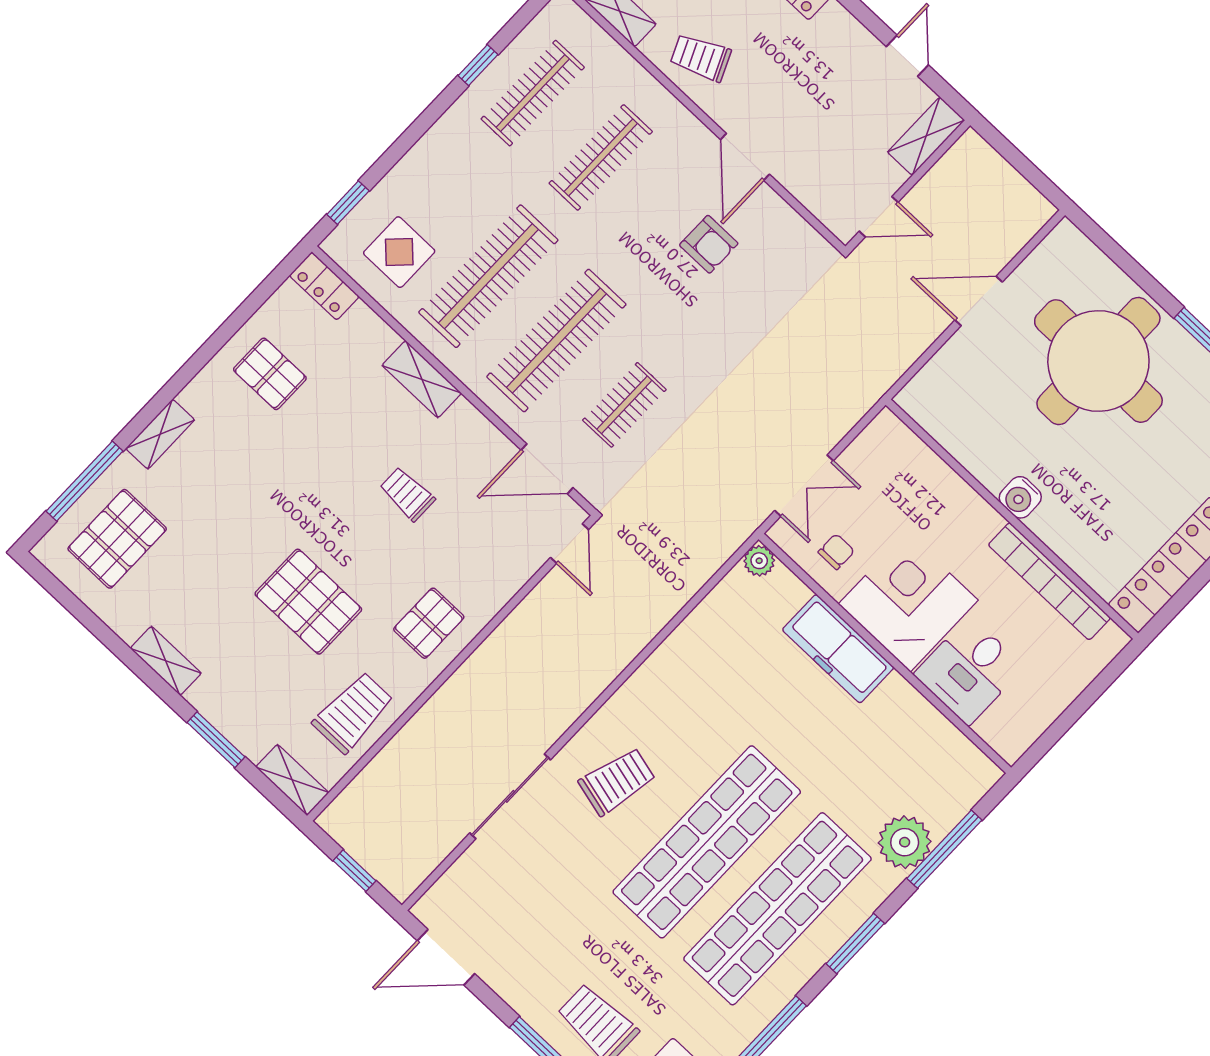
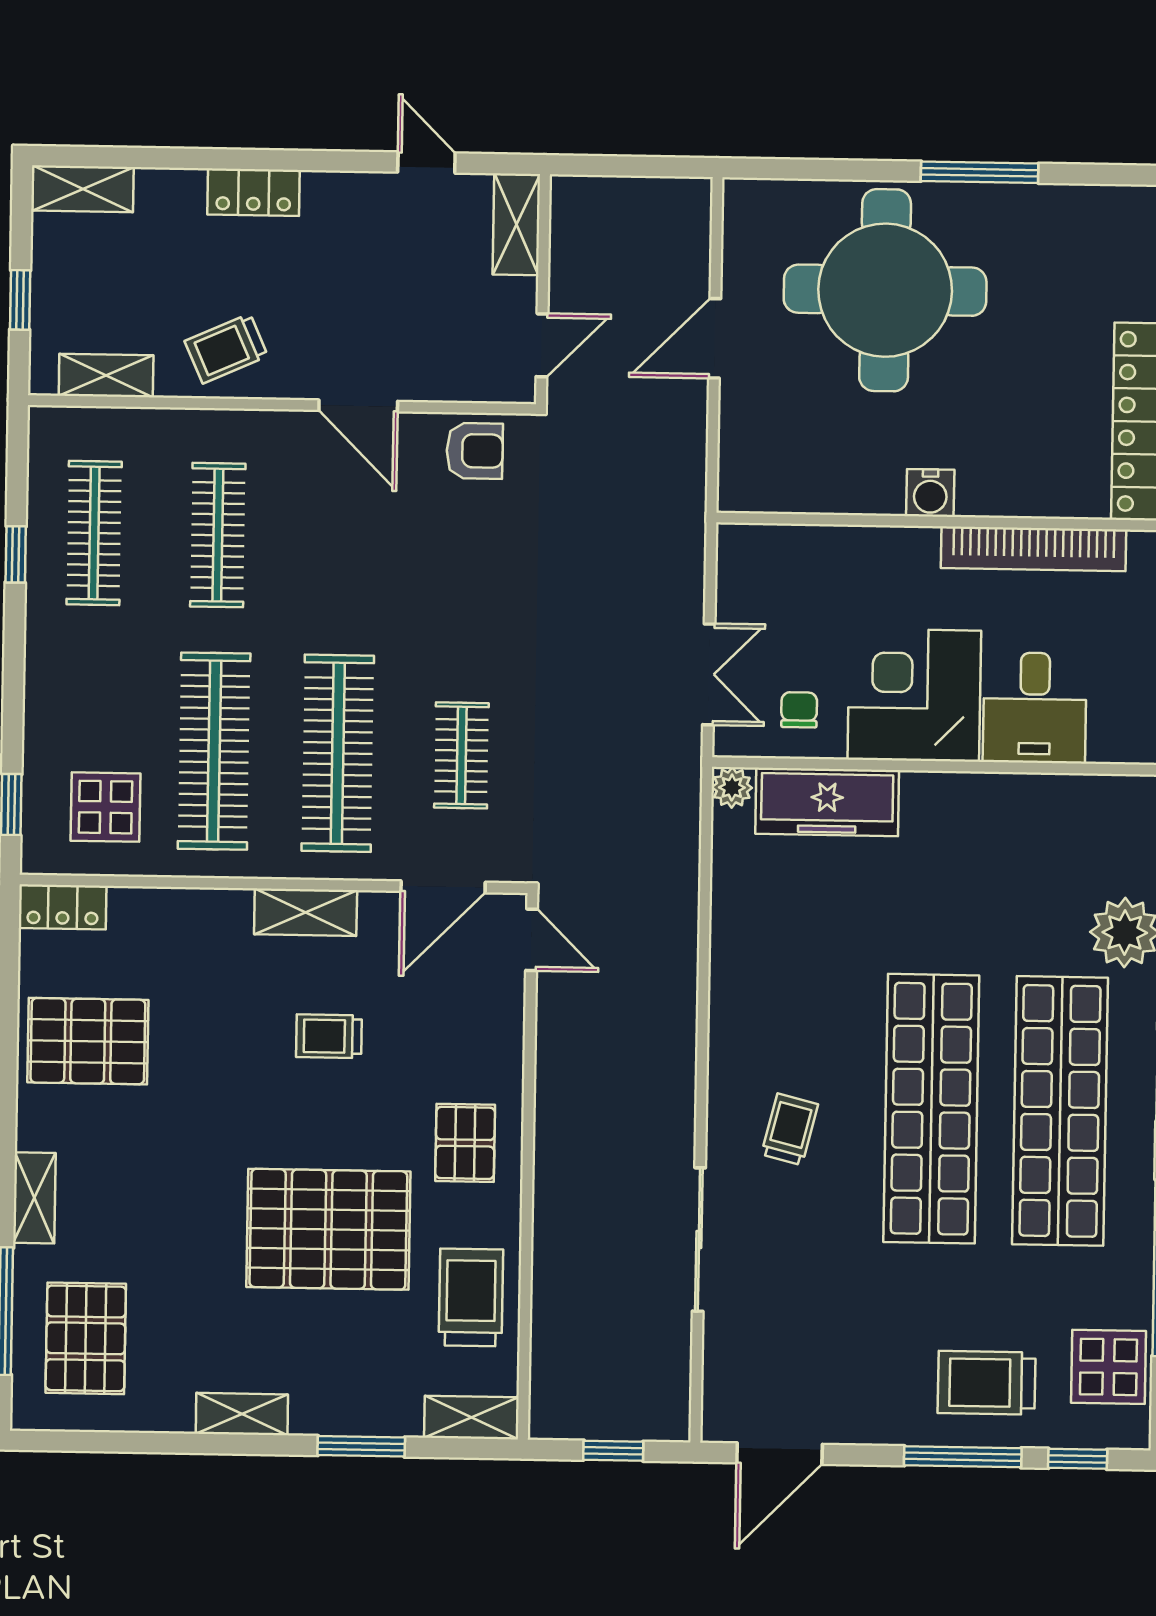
armchair: (709, 244) -> (475, 451), moved
pallet: (270, 374) -> (88, 1041), width x1.50, depth x1.42
shelving: (422, 379) -> (306, 912), moved
pallet: (308, 602) -> (328, 1229), width x1.37, depth x1.41
freezer: (838, 649) -> (827, 802), moved
trolley: (617, 781) -> (790, 1129), width x0.73, depth x0.72

